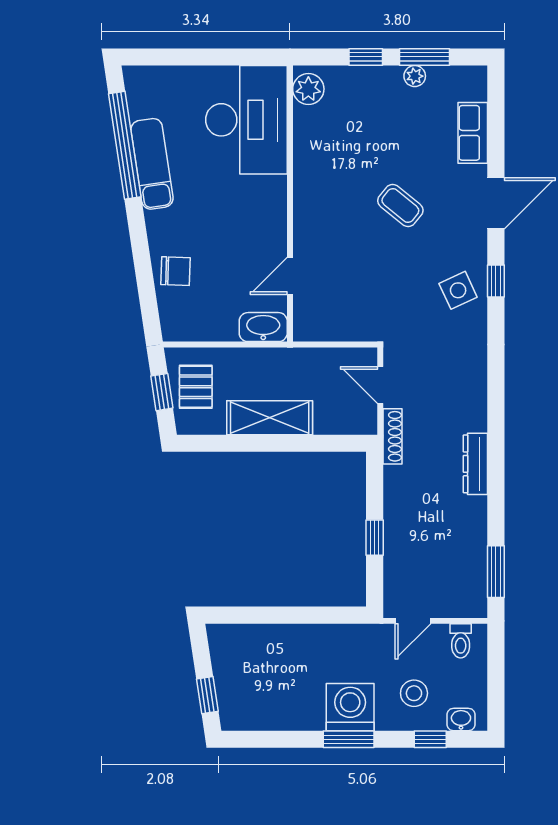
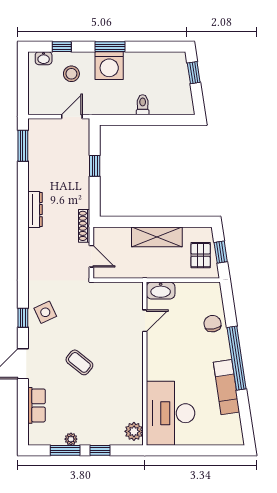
window: (125, 145) -> (237, 358), moved
chair: (176, 271) -> (212, 324), turned 77
toilet: (461, 641) -> (143, 105), moved

